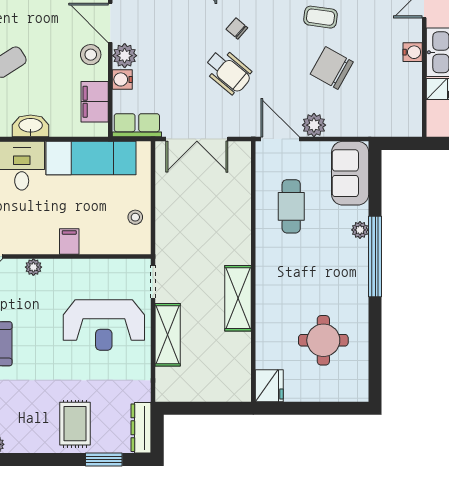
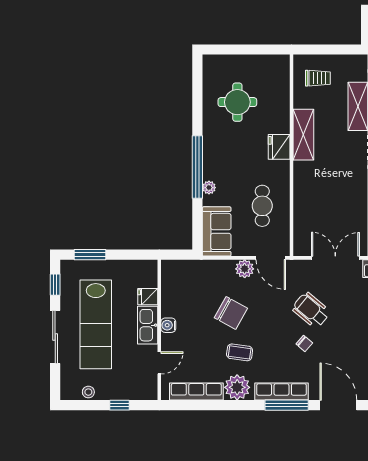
trolley: (219, 371) -> (318, 78), added
fridge: (269, 386) -> (279, 147), moved

